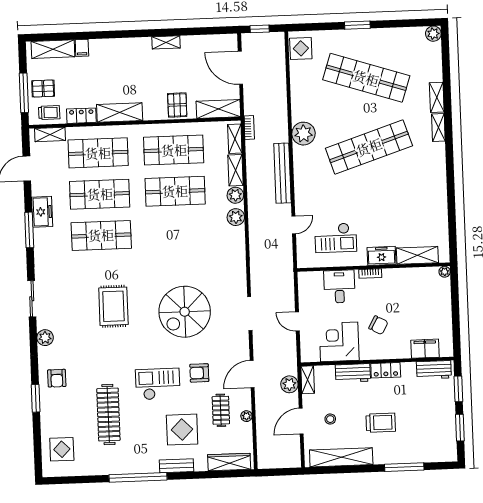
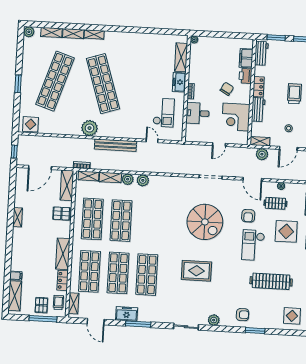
shelving: (435, 66) -> (51, 32), added
printer: (399, 350) -> (245, 76), added
door: (301, 421) -> (288, 148), hinge flipped

